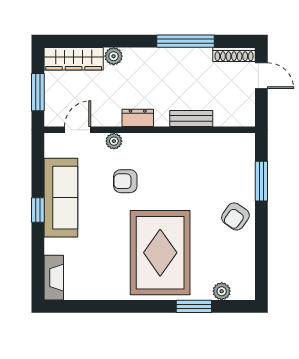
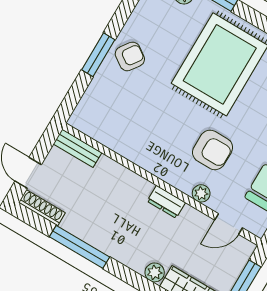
bench: (191, 119) -> (77, 148), moved
armchair: (125, 181) -> (213, 150), width x1.38, depth x1.38
window: (261, 181) -> (98, 55), moved

